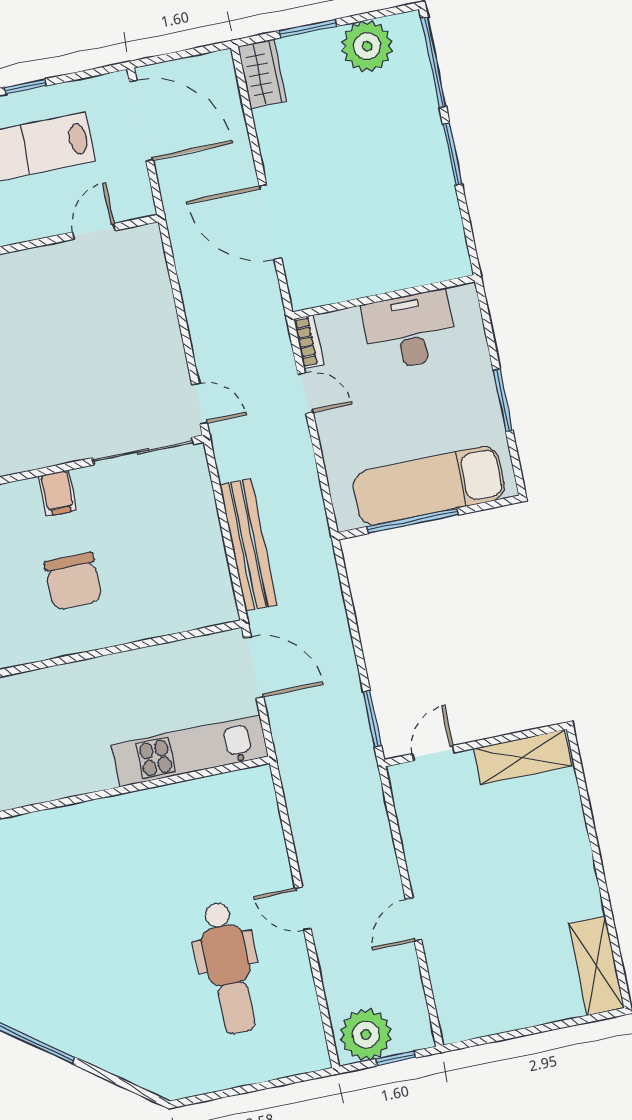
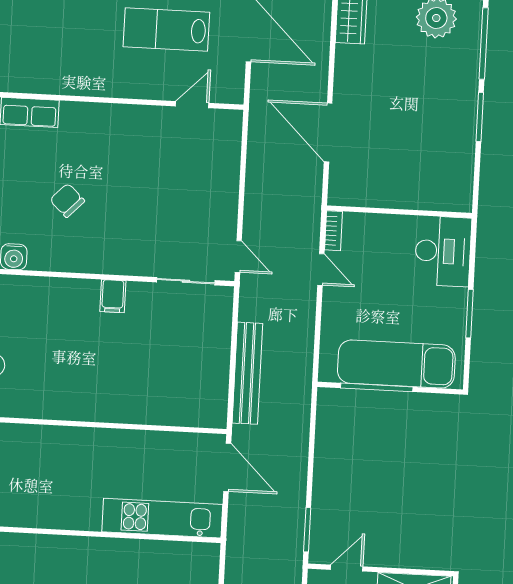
desk: (410, 330) -> (443, 251), moved, turned 90
sliding door: (143, 451) -> (186, 281), width x0.73
chair: (73, 581) -> (107, 366), removed

